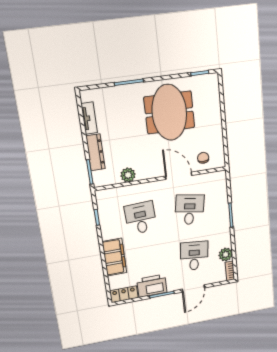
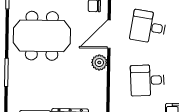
plant: (128, 175) -> (99, 63), moved

